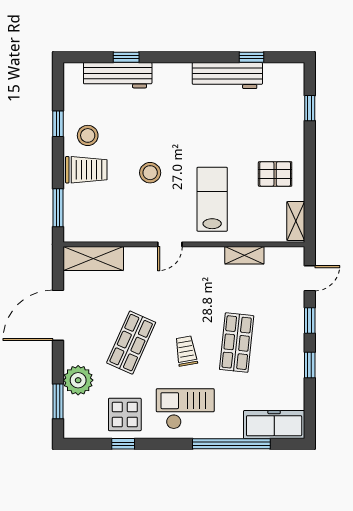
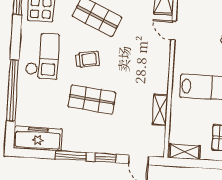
door: (170, 244) -> (173, 31), moved
window: (310, 365) -> (71, 156), width x1.50
freezer: (274, 425) -> (38, 139), moved, turned -90

